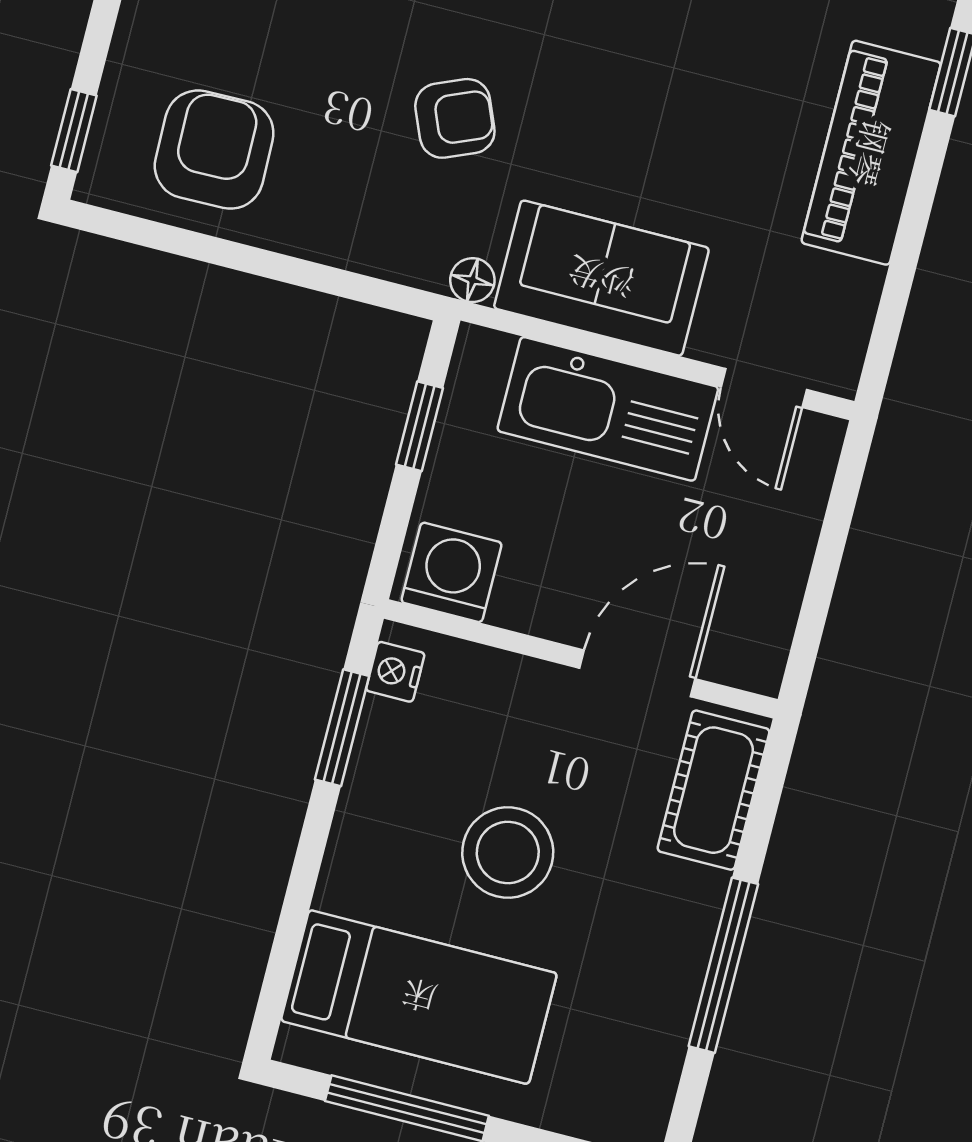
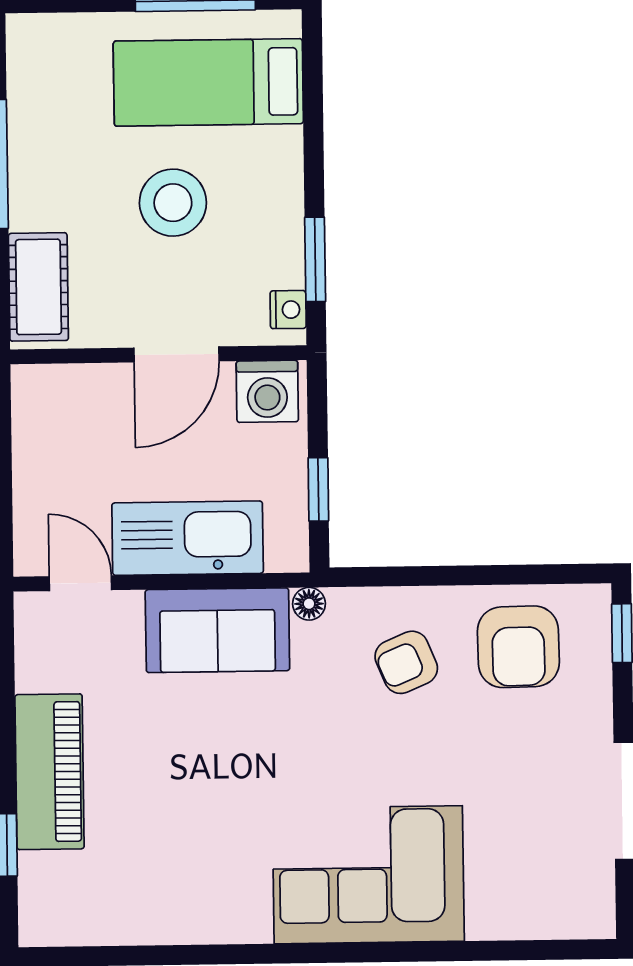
armchair: (455, 118) -> (406, 662), moved
door: (637, 673) -> (176, 354), moved

